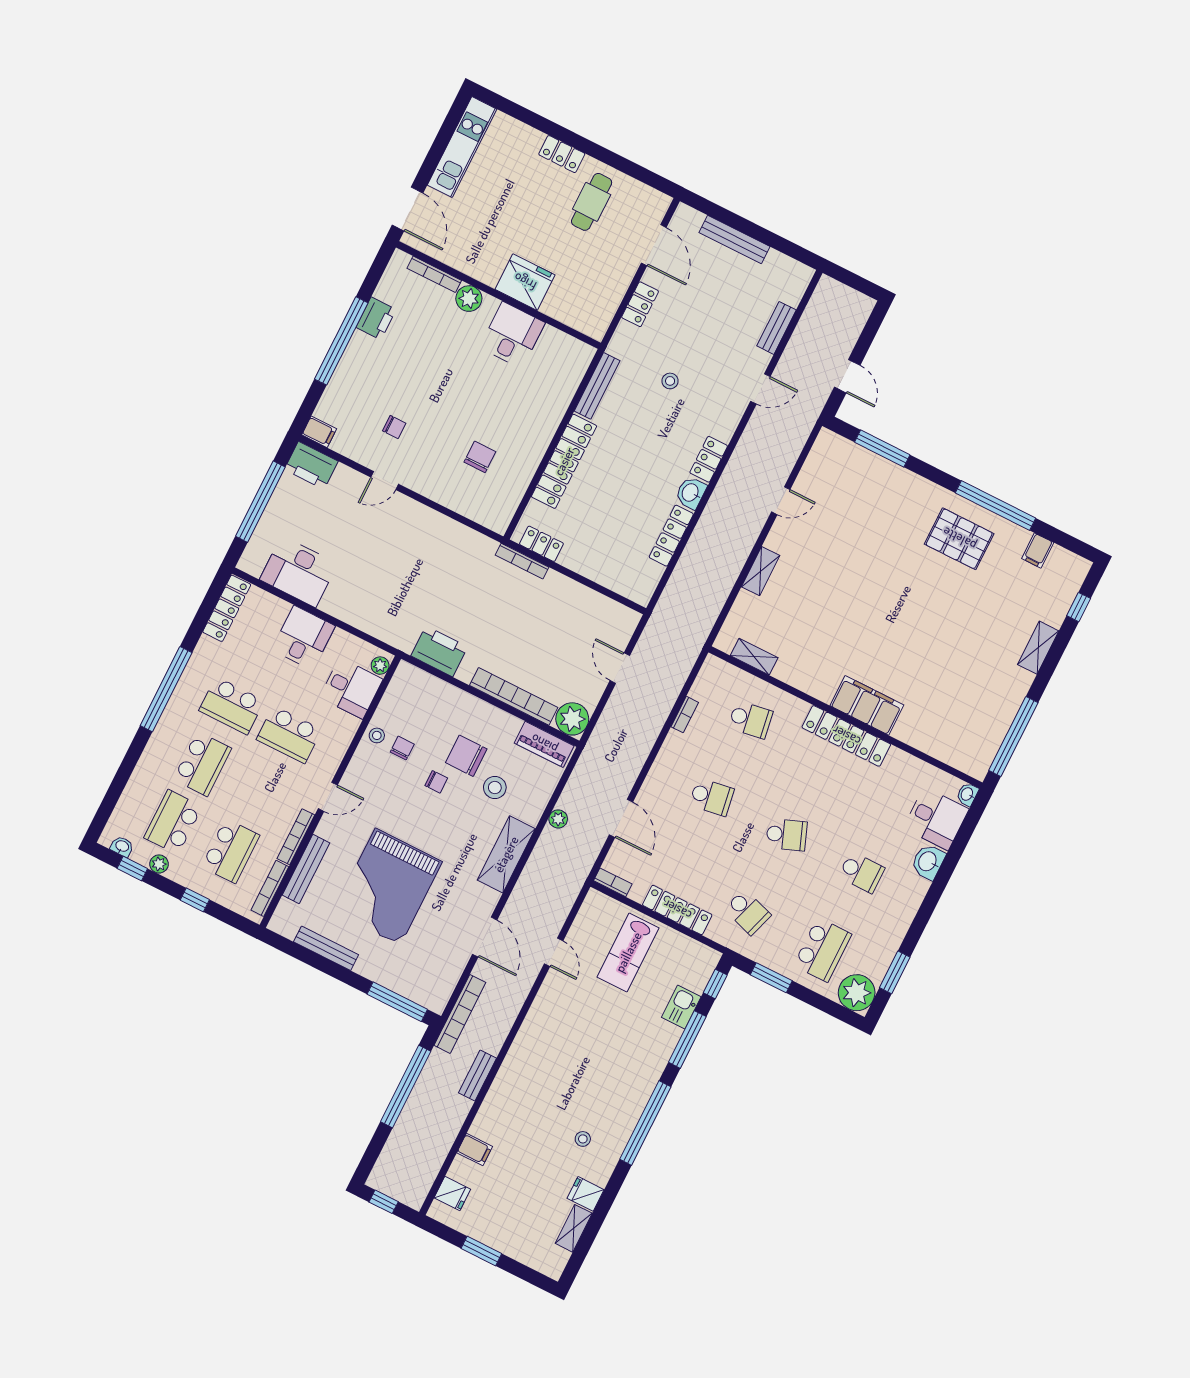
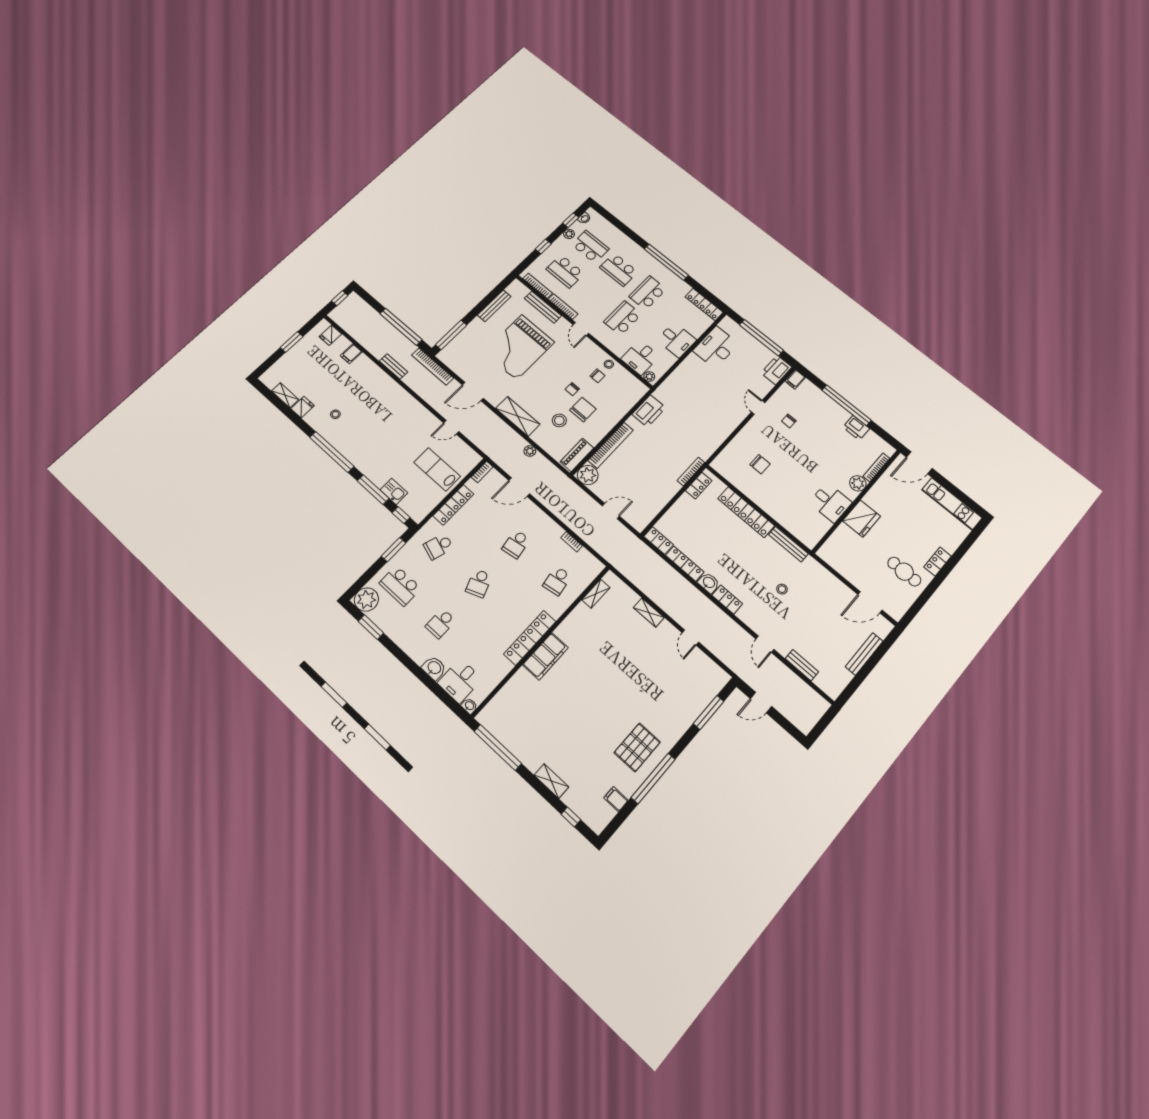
locker: (640, 304) -> (659, 541), moved, turned 180
grand piano: (388, 887) -> (519, 347), turned -90

